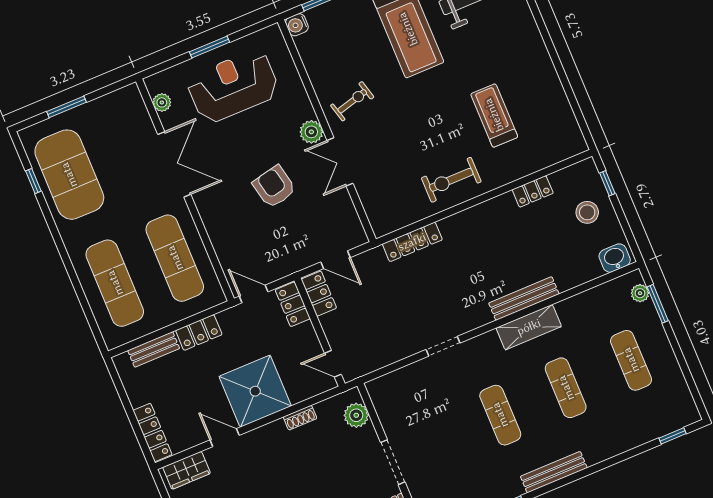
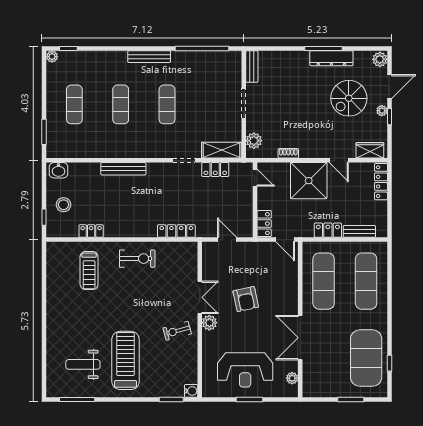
treadmill: (494, 115) -> (89, 270), moved
plant: (640, 293) -> (52, 57), moved
locker: (319, 294) -> (215, 170), moved, turned -90
shelving: (529, 327) -> (222, 150), moved

